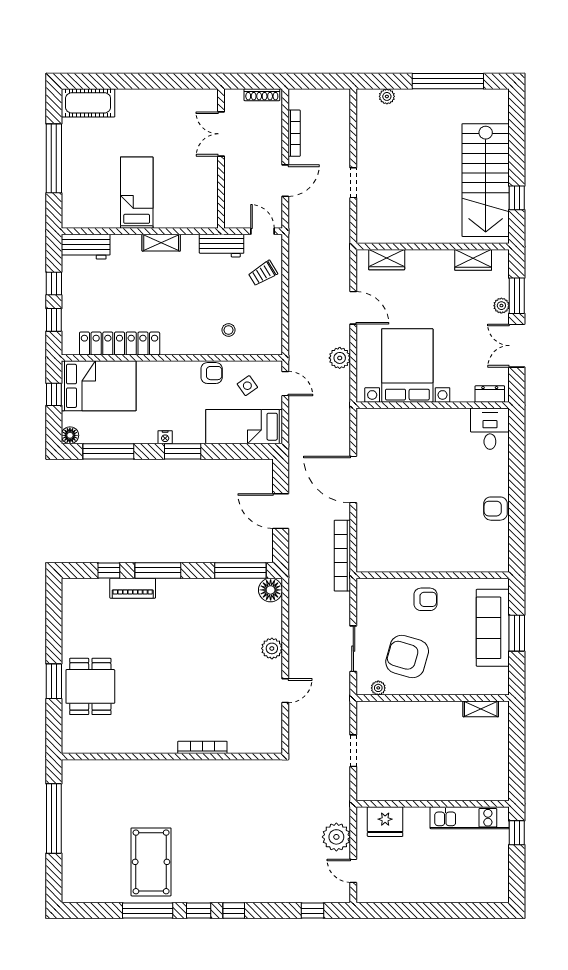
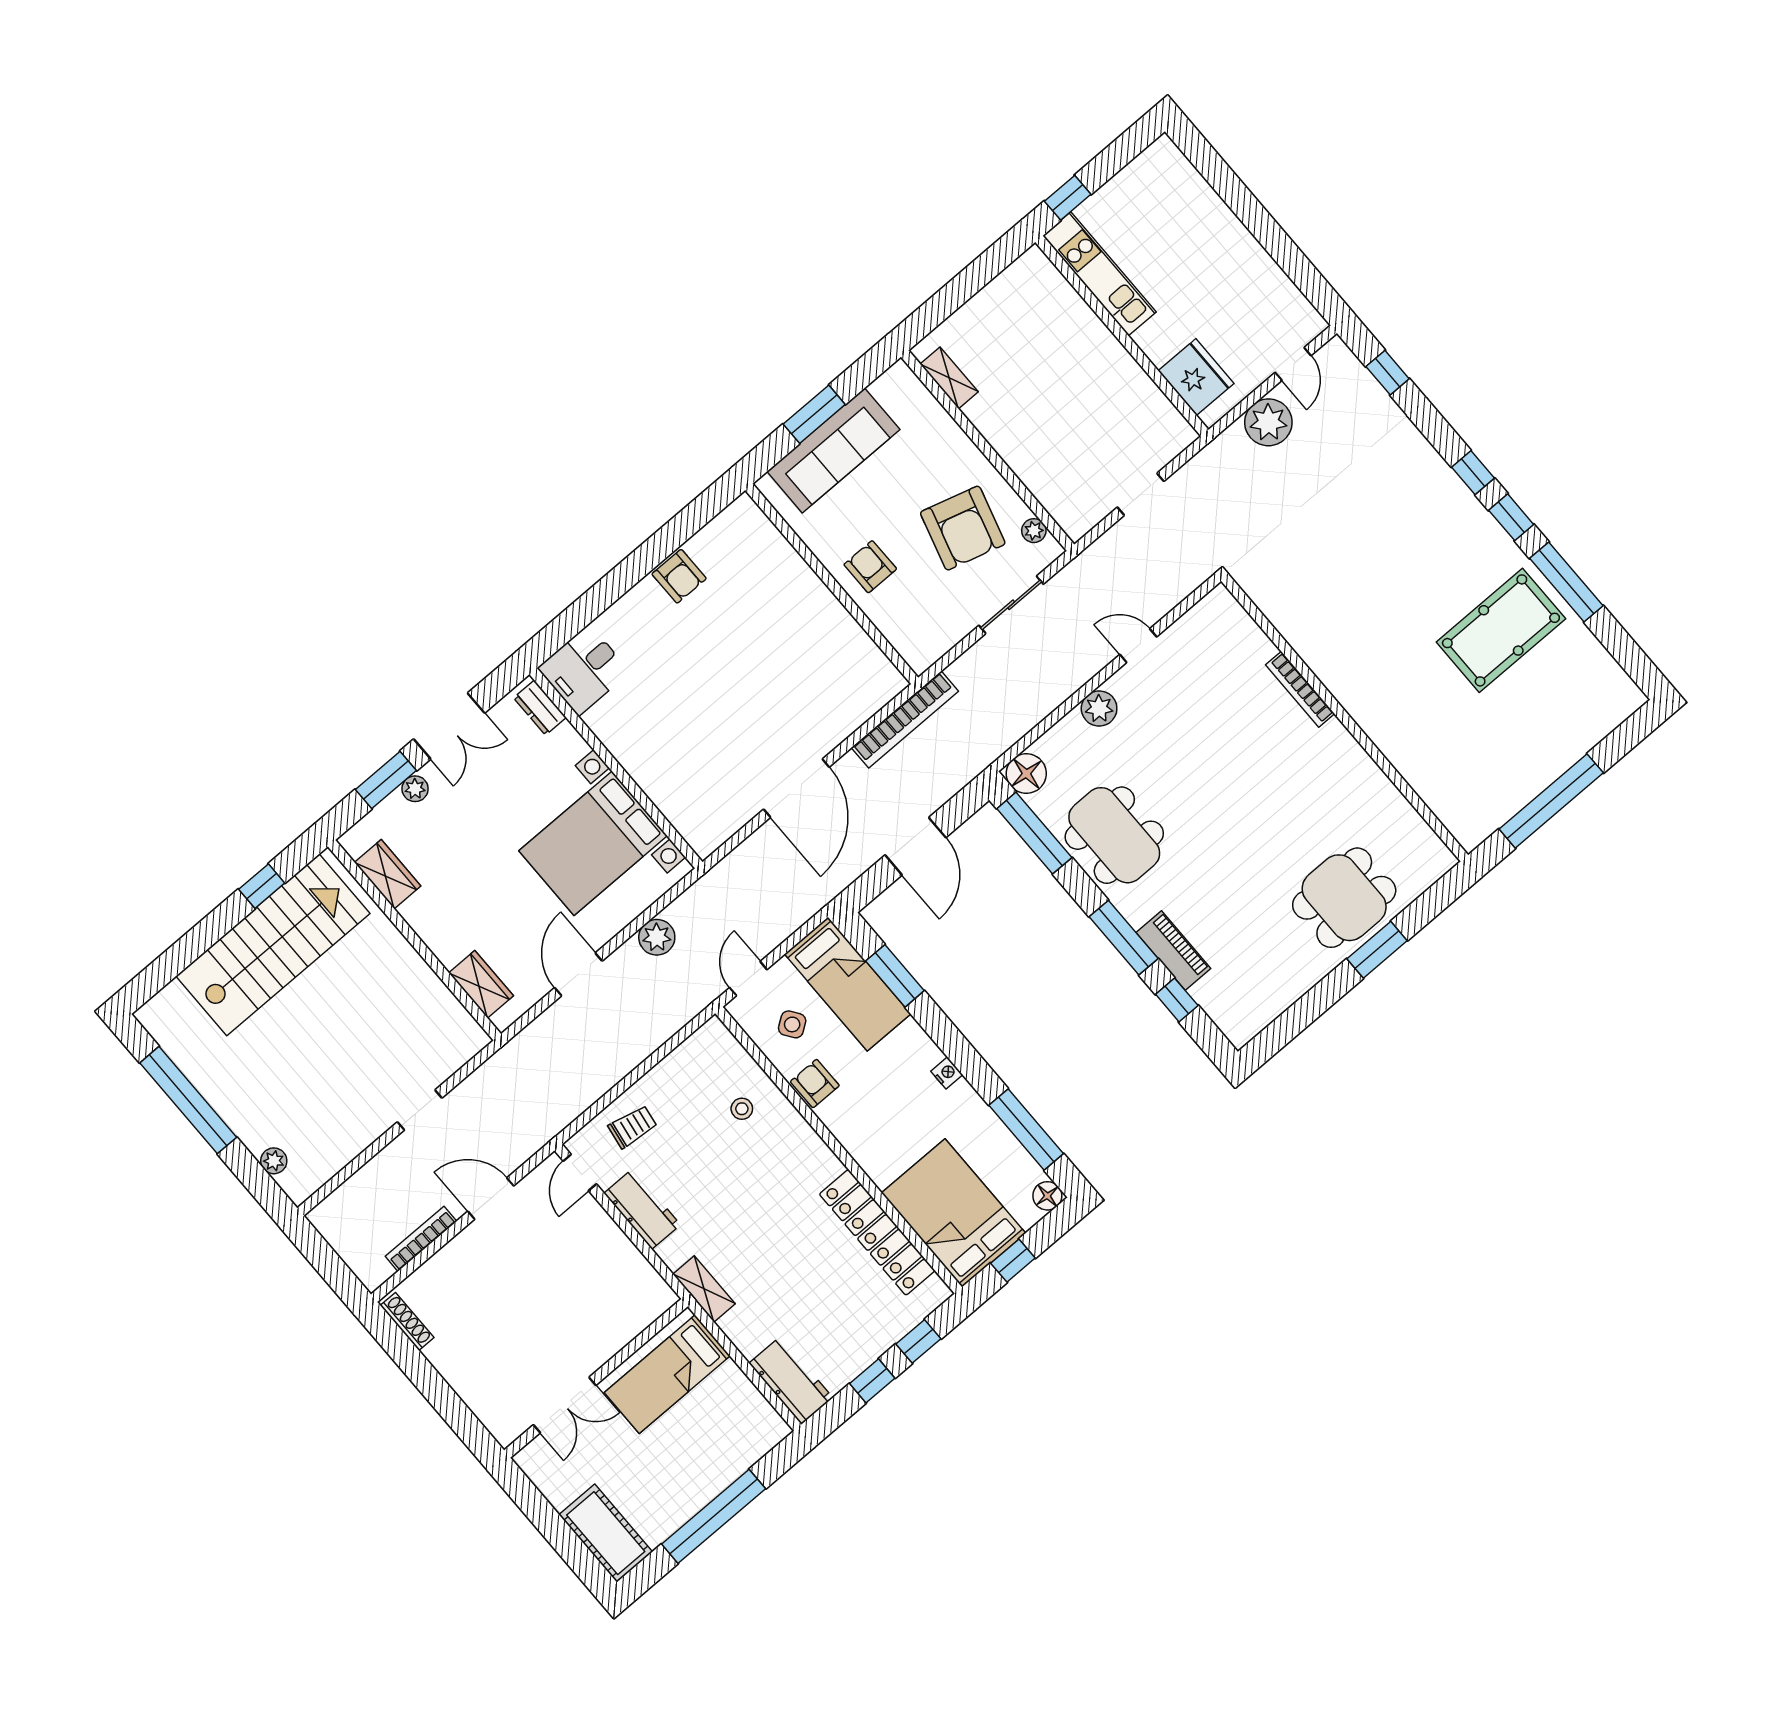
double door: (221, 134) -> (565, 1405), moved
wall: (221, 159) -> (596, 1378), moved
trolley: (263, 273) -> (633, 1127), turned -50
window: (183, 451) -> (895, 976), moved
dining table: (208, 606) -> (1114, 835), added

